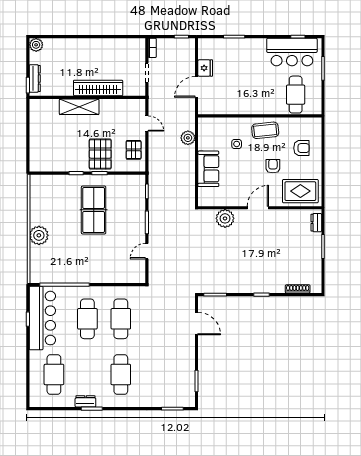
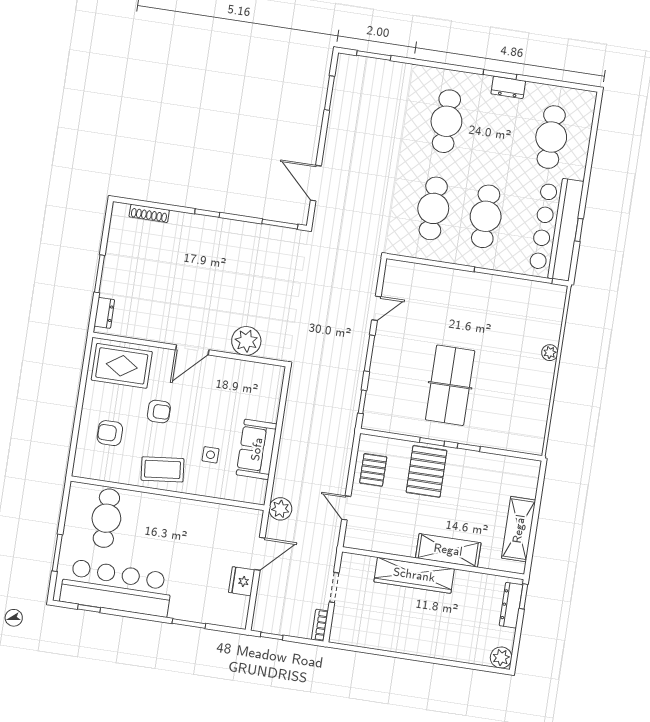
bar counter: (292, 52) -> (116, 588), width x1.36
shelving: (37, 127) -> (519, 529), added
plant: (188, 138) -> (280, 509), moved
armchair: (273, 166) -> (159, 411), turned -90
sofa: (208, 169) -> (257, 449), moved
plant: (39, 235) -> (550, 353), width x0.53, depth x0.53

